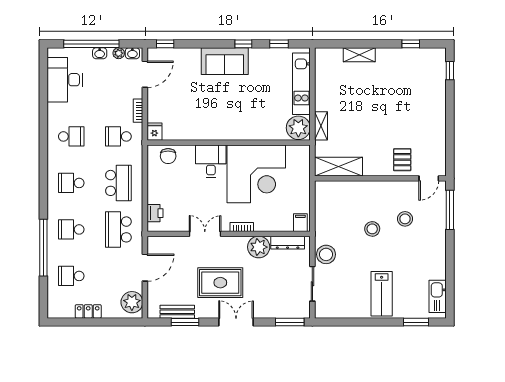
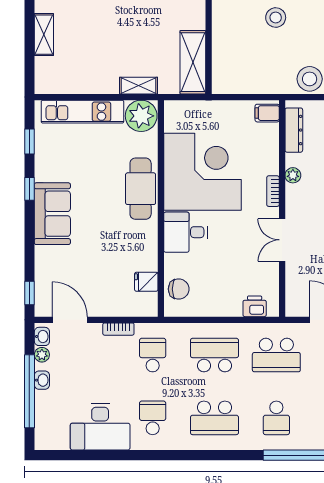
desk: (65, 80) -> (100, 427), moved
cafe table: (244, 127) -> (141, 189), added
fridge: (154, 132) -> (146, 282), moved
school desk: (118, 136) -> (153, 355), turned 180
school desk: (71, 183) -> (214, 418), width x1.85
plant: (259, 247) -> (293, 175), width x0.53, depth x0.53

